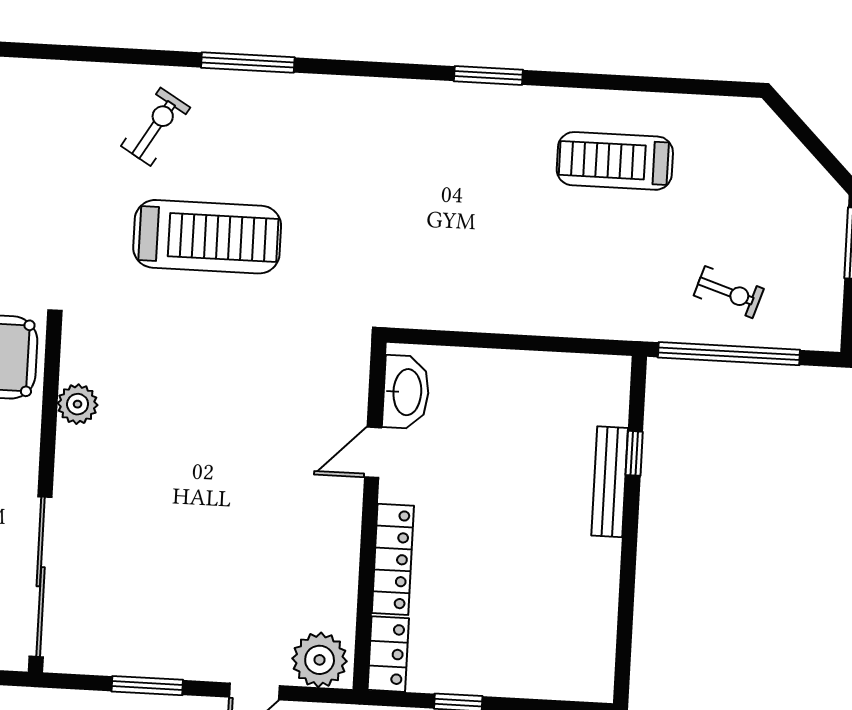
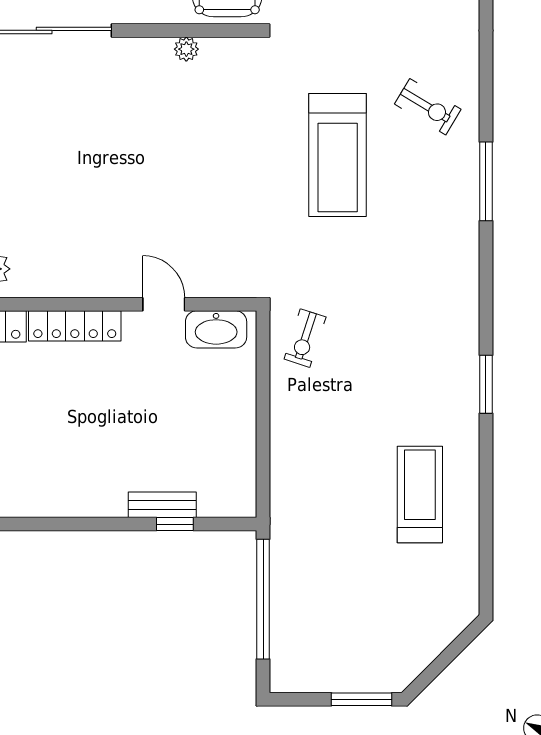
exercise bike: (729, 292) -> (305, 338), moved
plant: (78, 404) -> (186, 49), width x0.73, depth x0.73
bench: (610, 482) -> (162, 505), width x0.73

